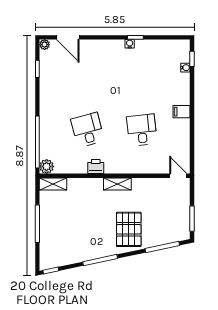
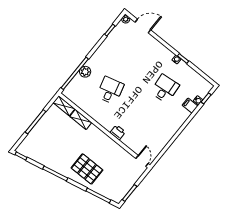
door: (68, 37) -> (143, 26), swing flipped
filing cabinet: (182, 112) -> (190, 106), moved
desk: (142, 130) -> (165, 89), moved
plant: (47, 166) -> (85, 72), moved
printer: (96, 167) -> (118, 132), moved
shelving: (117, 184) -> (81, 119), moved
pallet: (129, 229) -> (87, 169), turned 90

